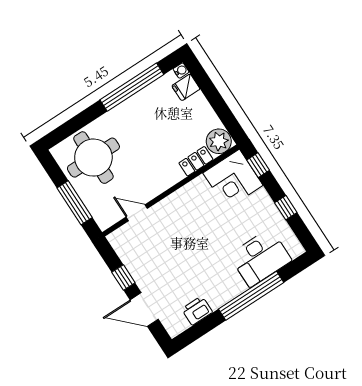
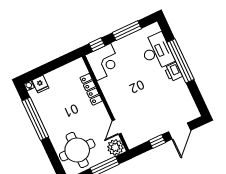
plant: (219, 141) -> (115, 147), moved
locker: (196, 161) -> (91, 89), width x1.53
window: (286, 208) -> (127, 31), width x2.17
printer: (197, 311) -> (173, 72), moved

